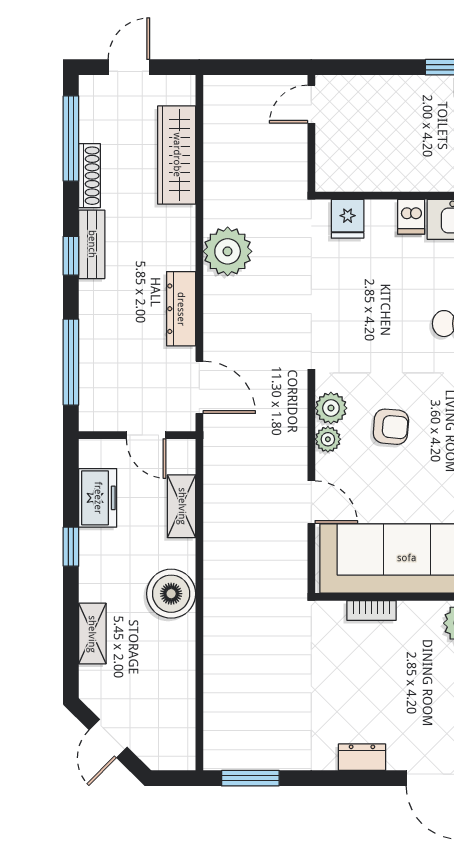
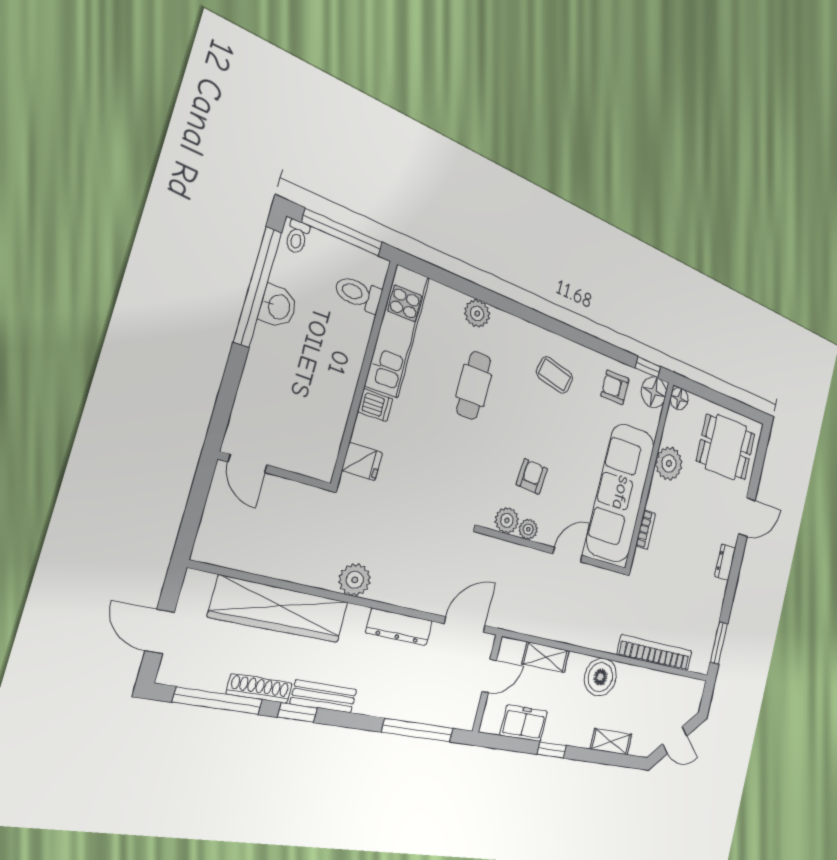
wardrobe: (177, 155) -> (280, 609), width x1.40, depth x1.17
plant: (228, 251) -> (355, 580), width x0.73, depth x0.73
window: (71, 256) -> (297, 713), moved
bookcase: (217, 672) -> (655, 653), added

